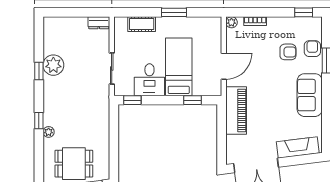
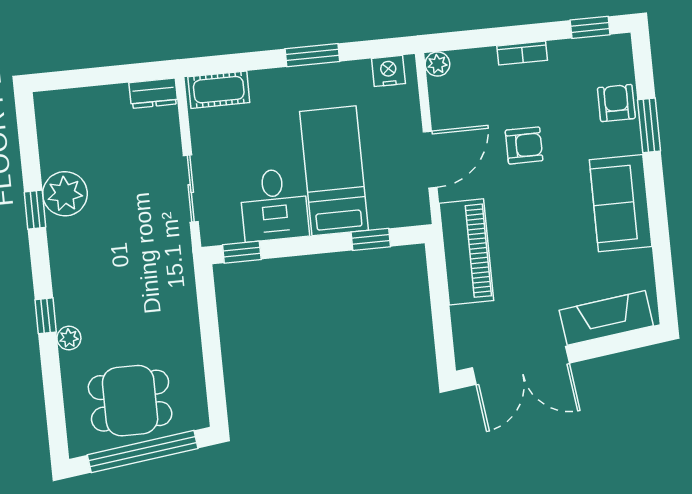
bookcase: (255, 21) -> (522, 53), moved
nightstand: (208, 23) -> (388, 71), added
cot: (142, 24) -> (219, 90), moved
armchair: (288, 52) -> (524, 145), moved

